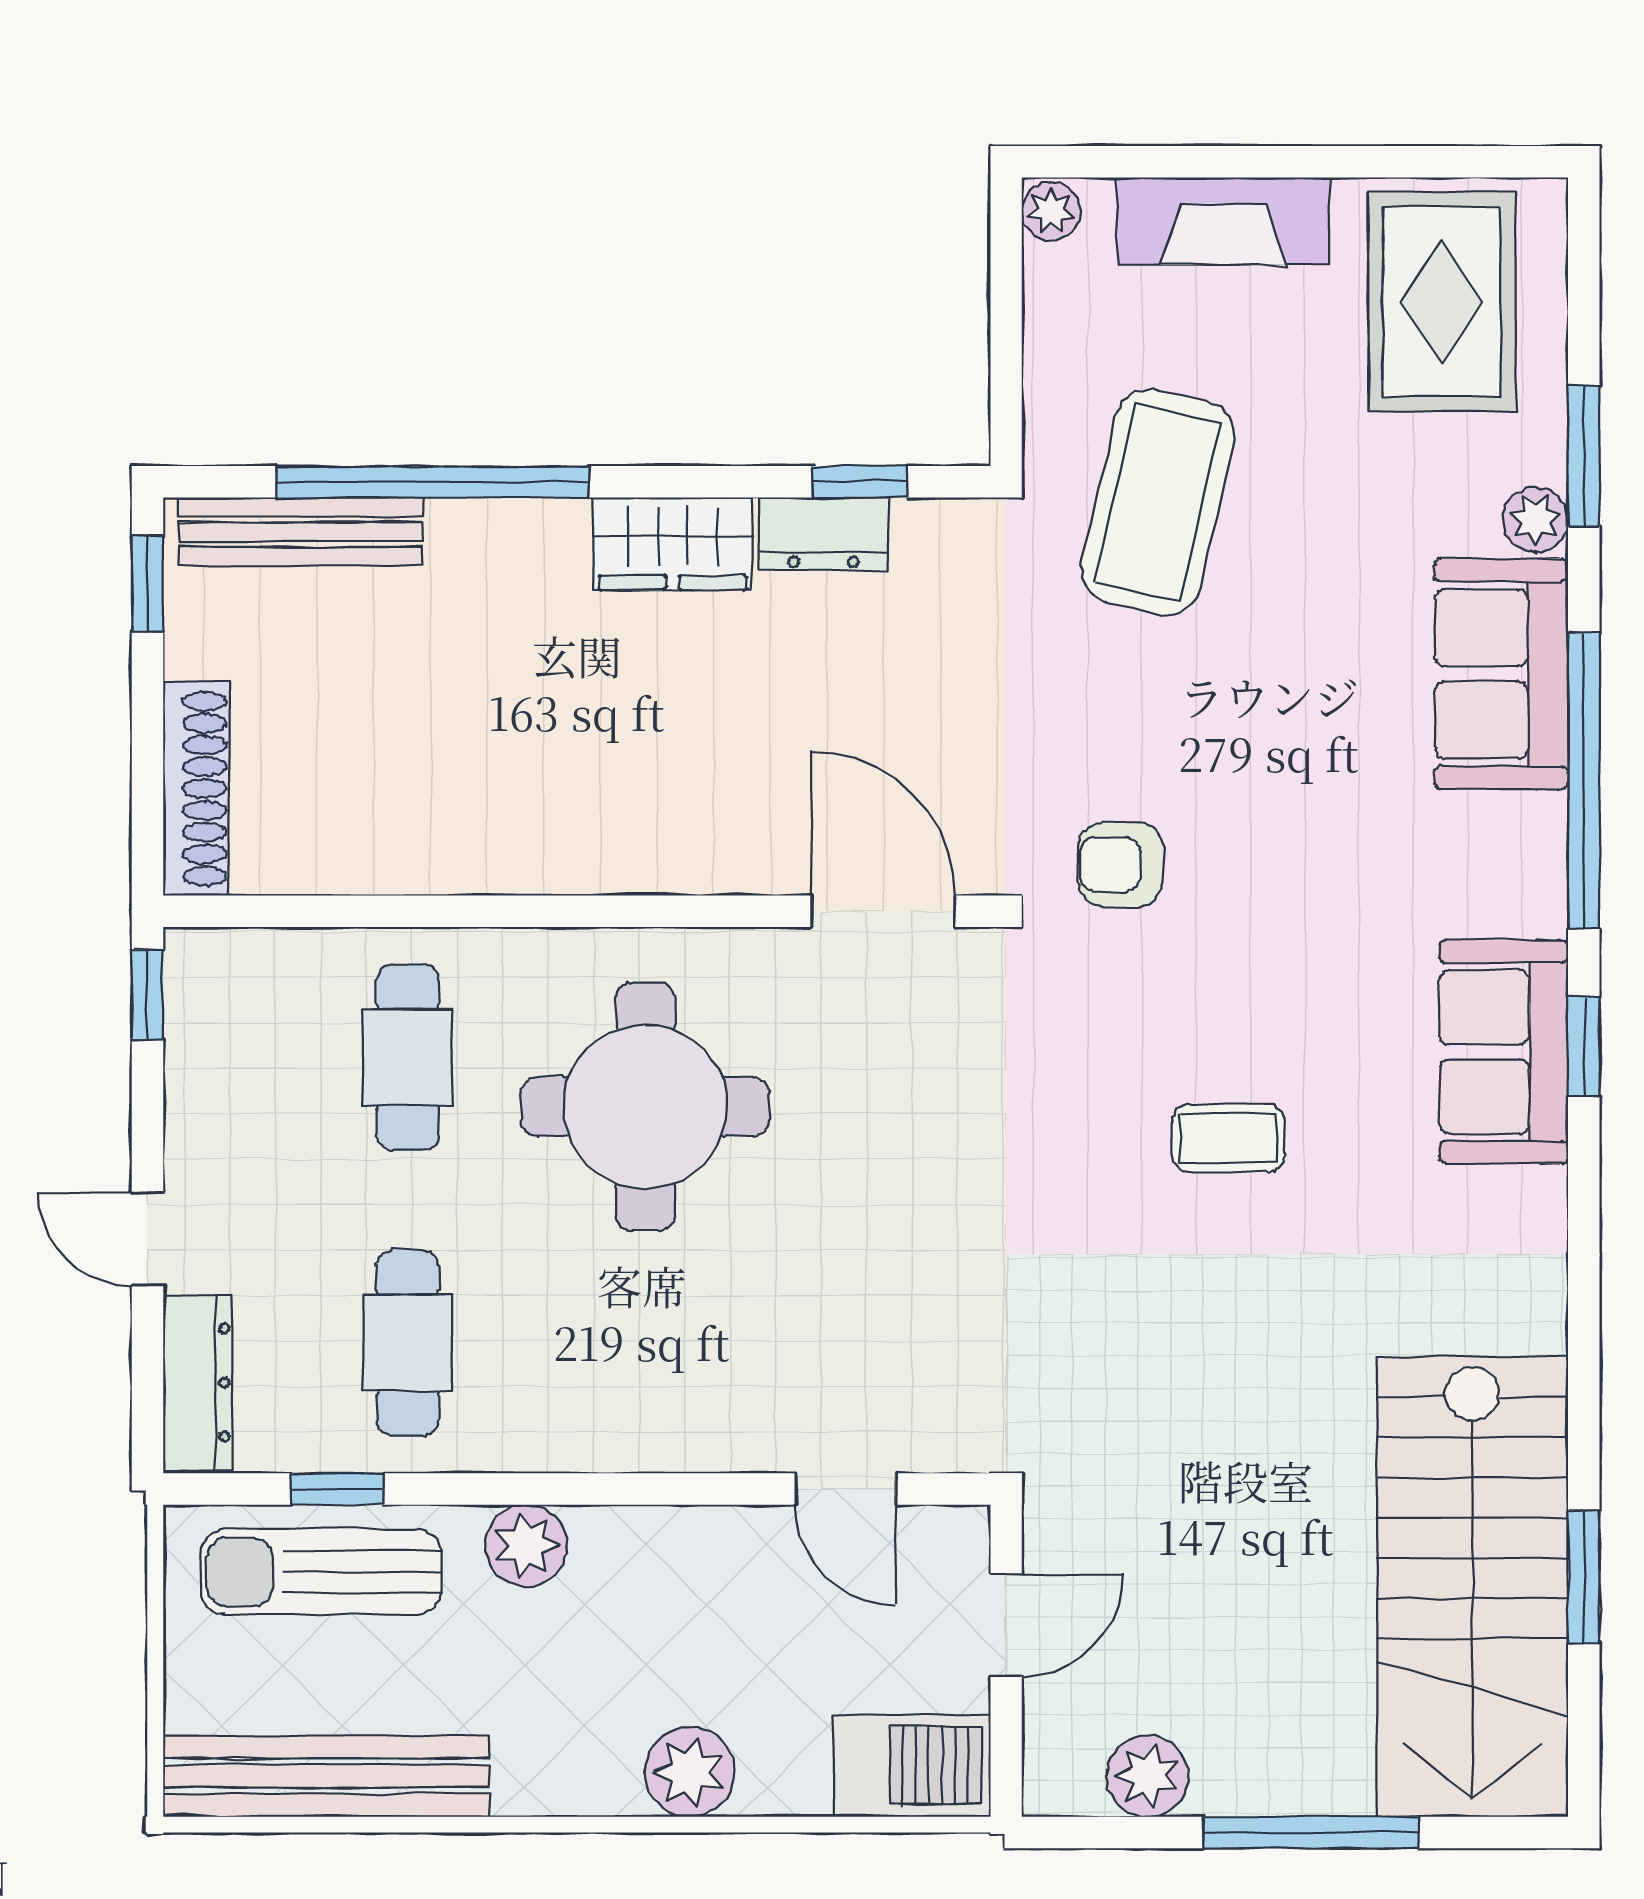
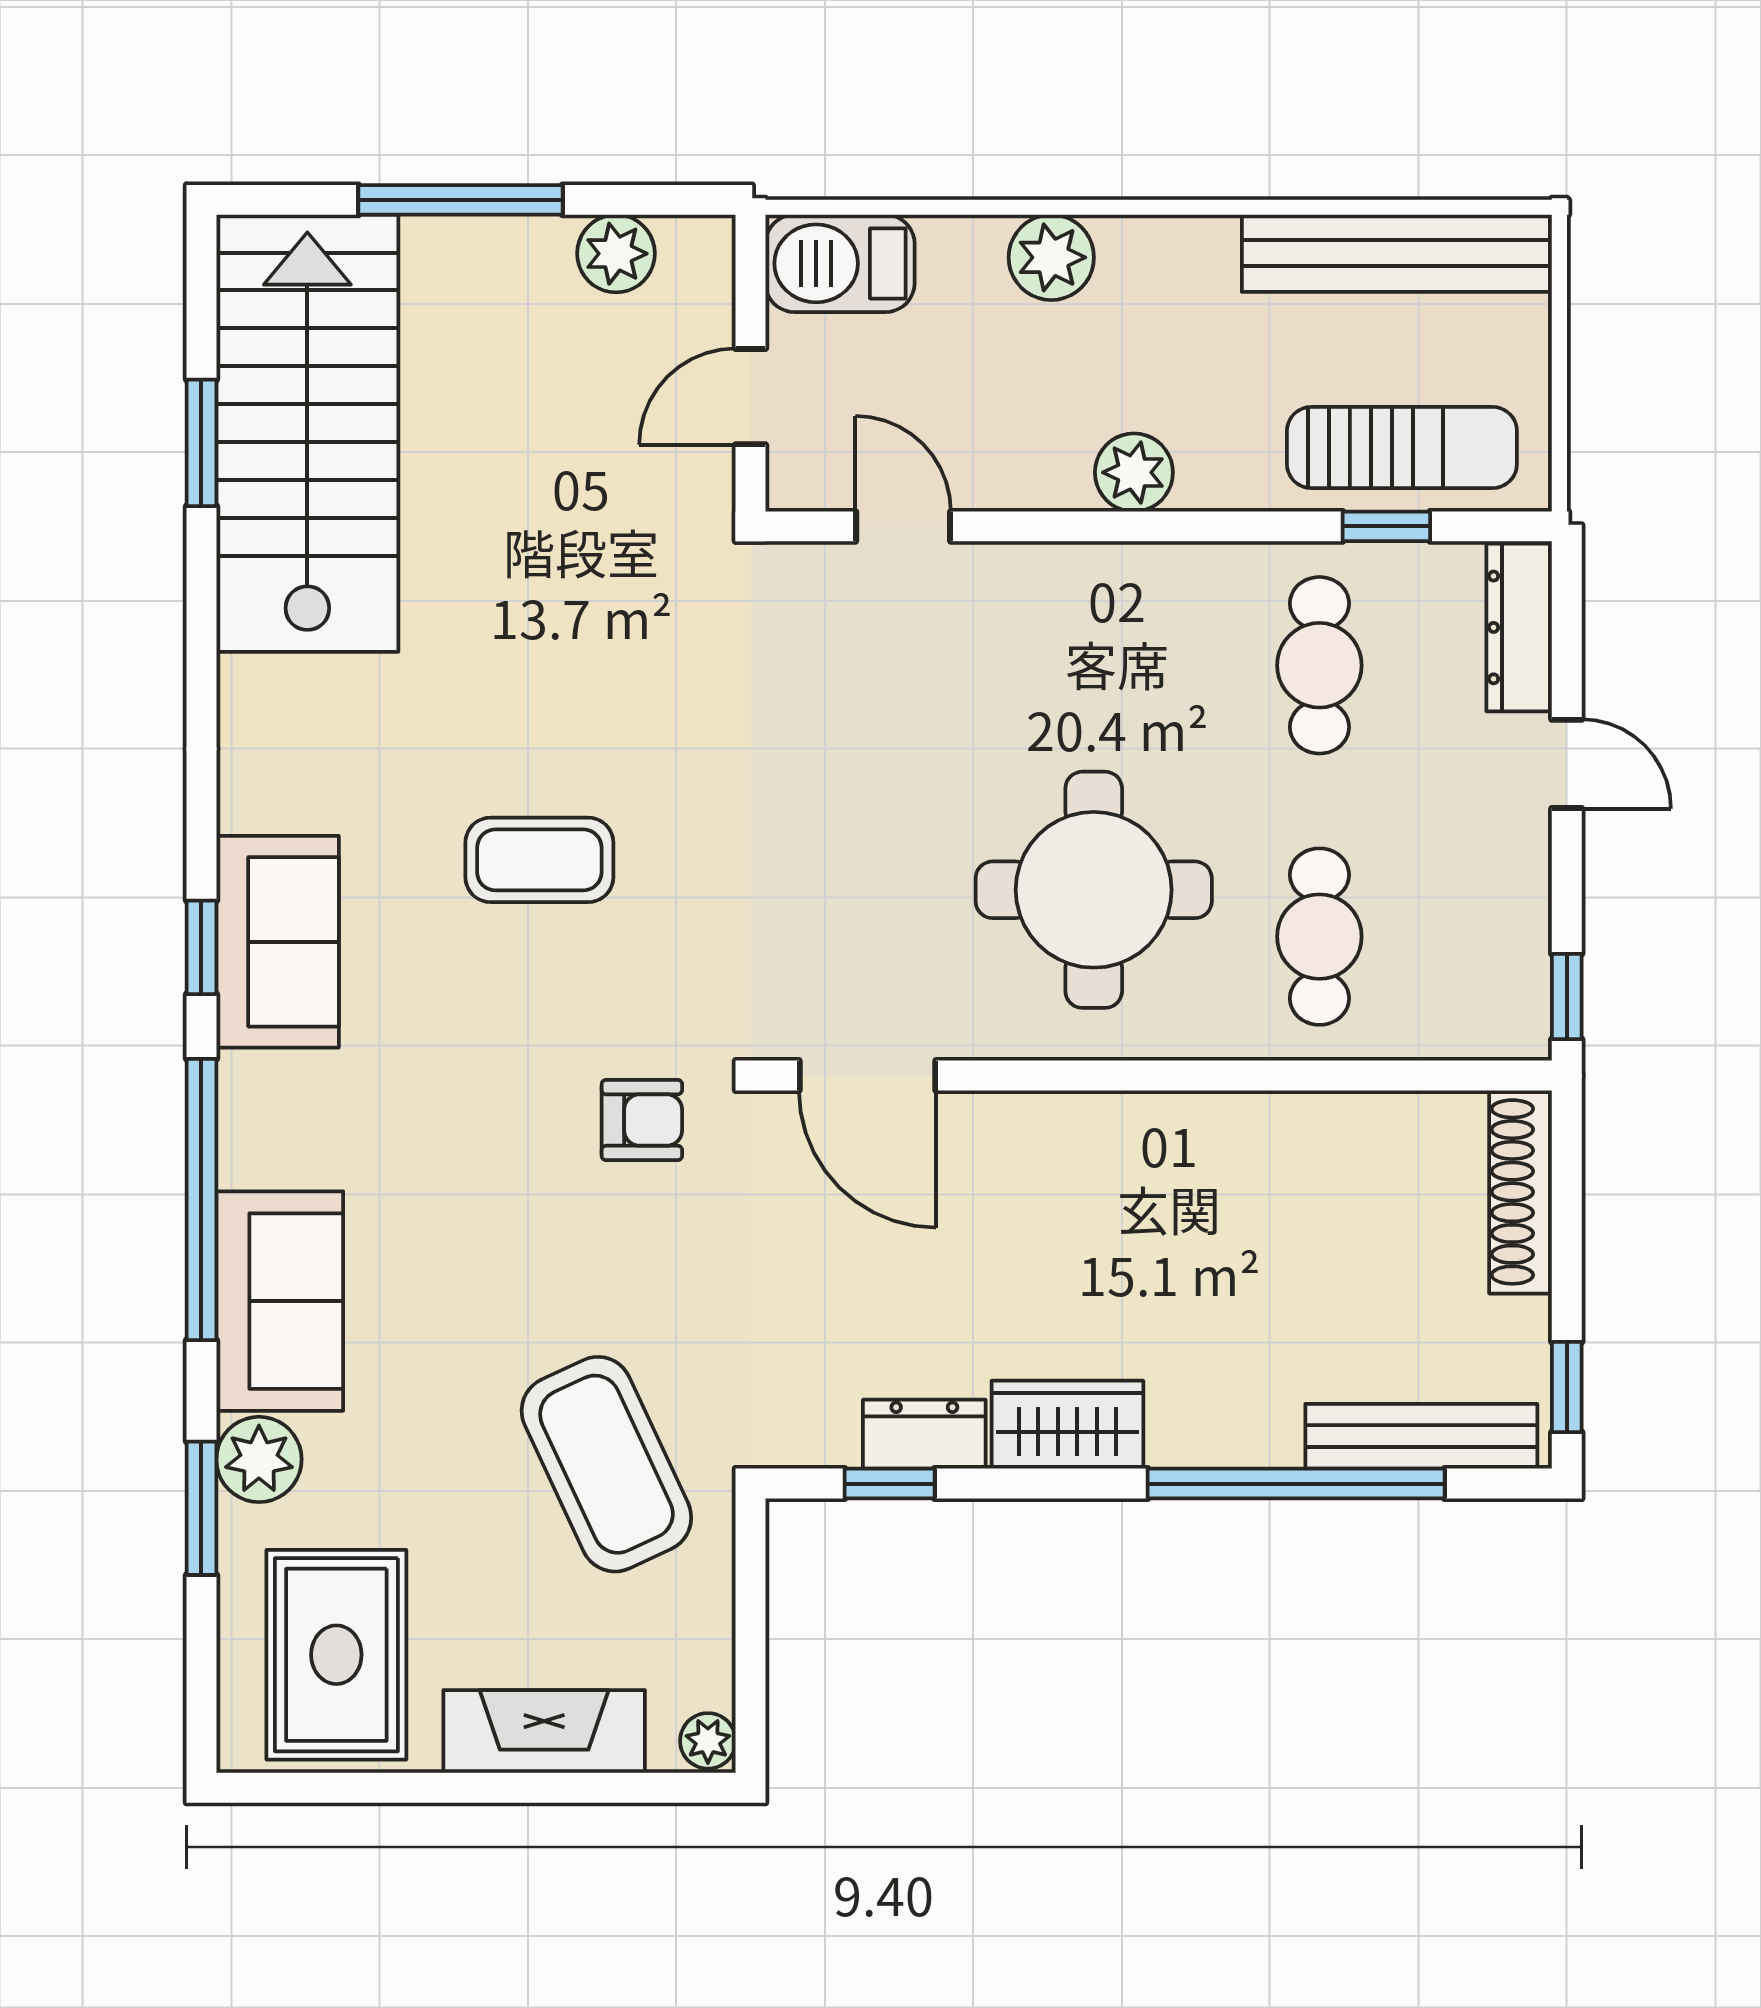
coffee table: (1158, 502) -> (606, 1464), turned -38
plant: (1536, 520) -> (259, 1459), width x1.38, depth x1.38
coffee table: (1228, 1138) -> (539, 860), width x1.36, depth x1.30
plant: (526, 1546) -> (1134, 472), moved

